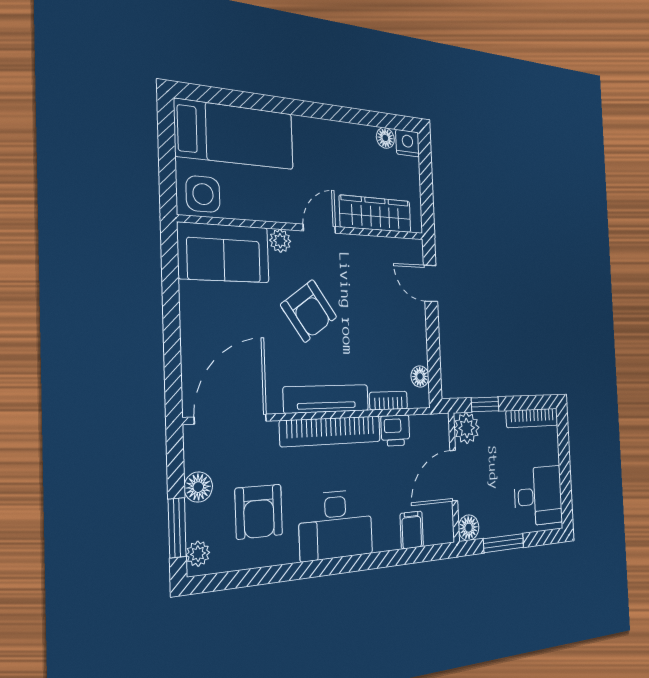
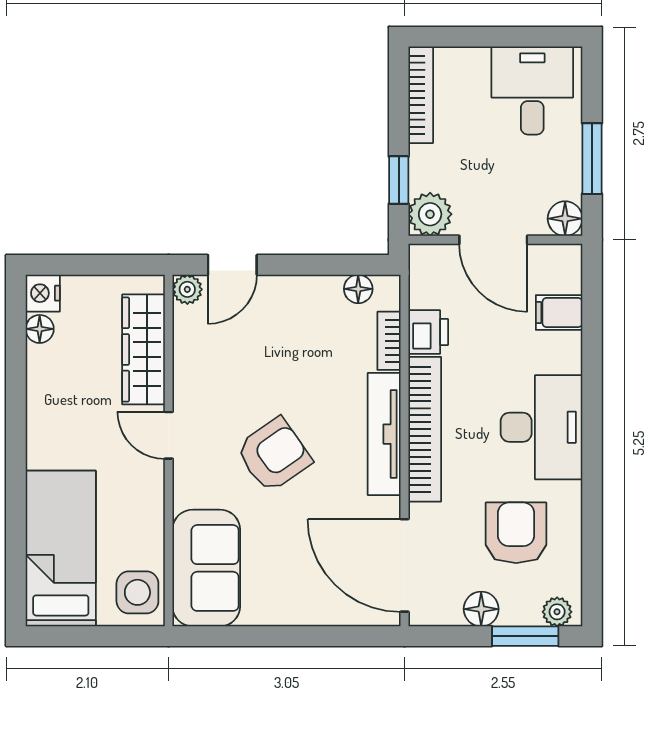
plant: (280, 241) -> (187, 289), moved
armchair: (259, 512) -> (516, 533), turned -90

